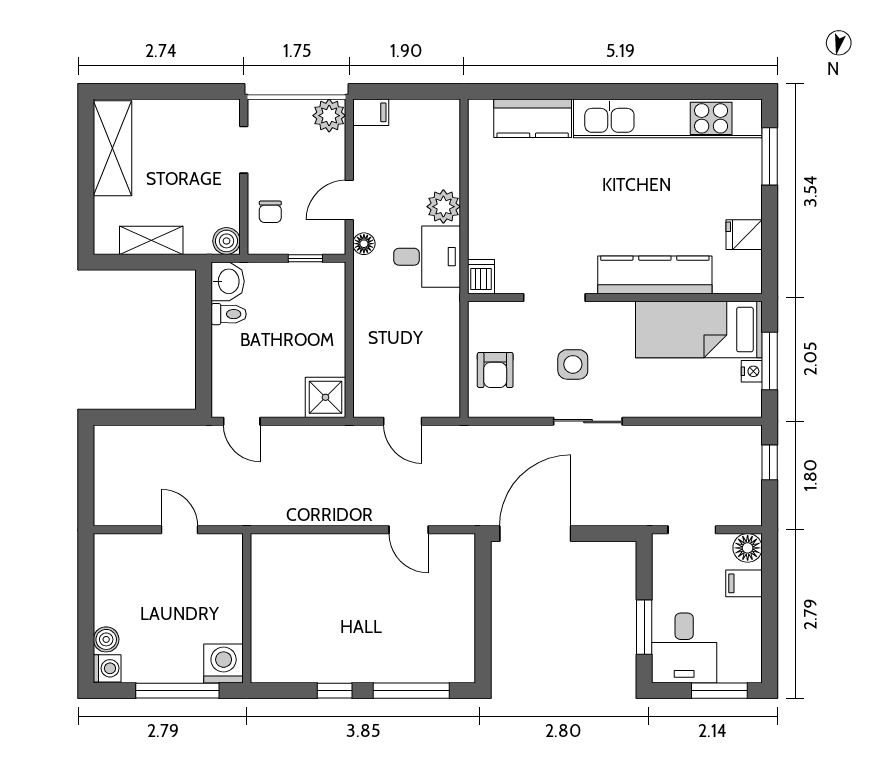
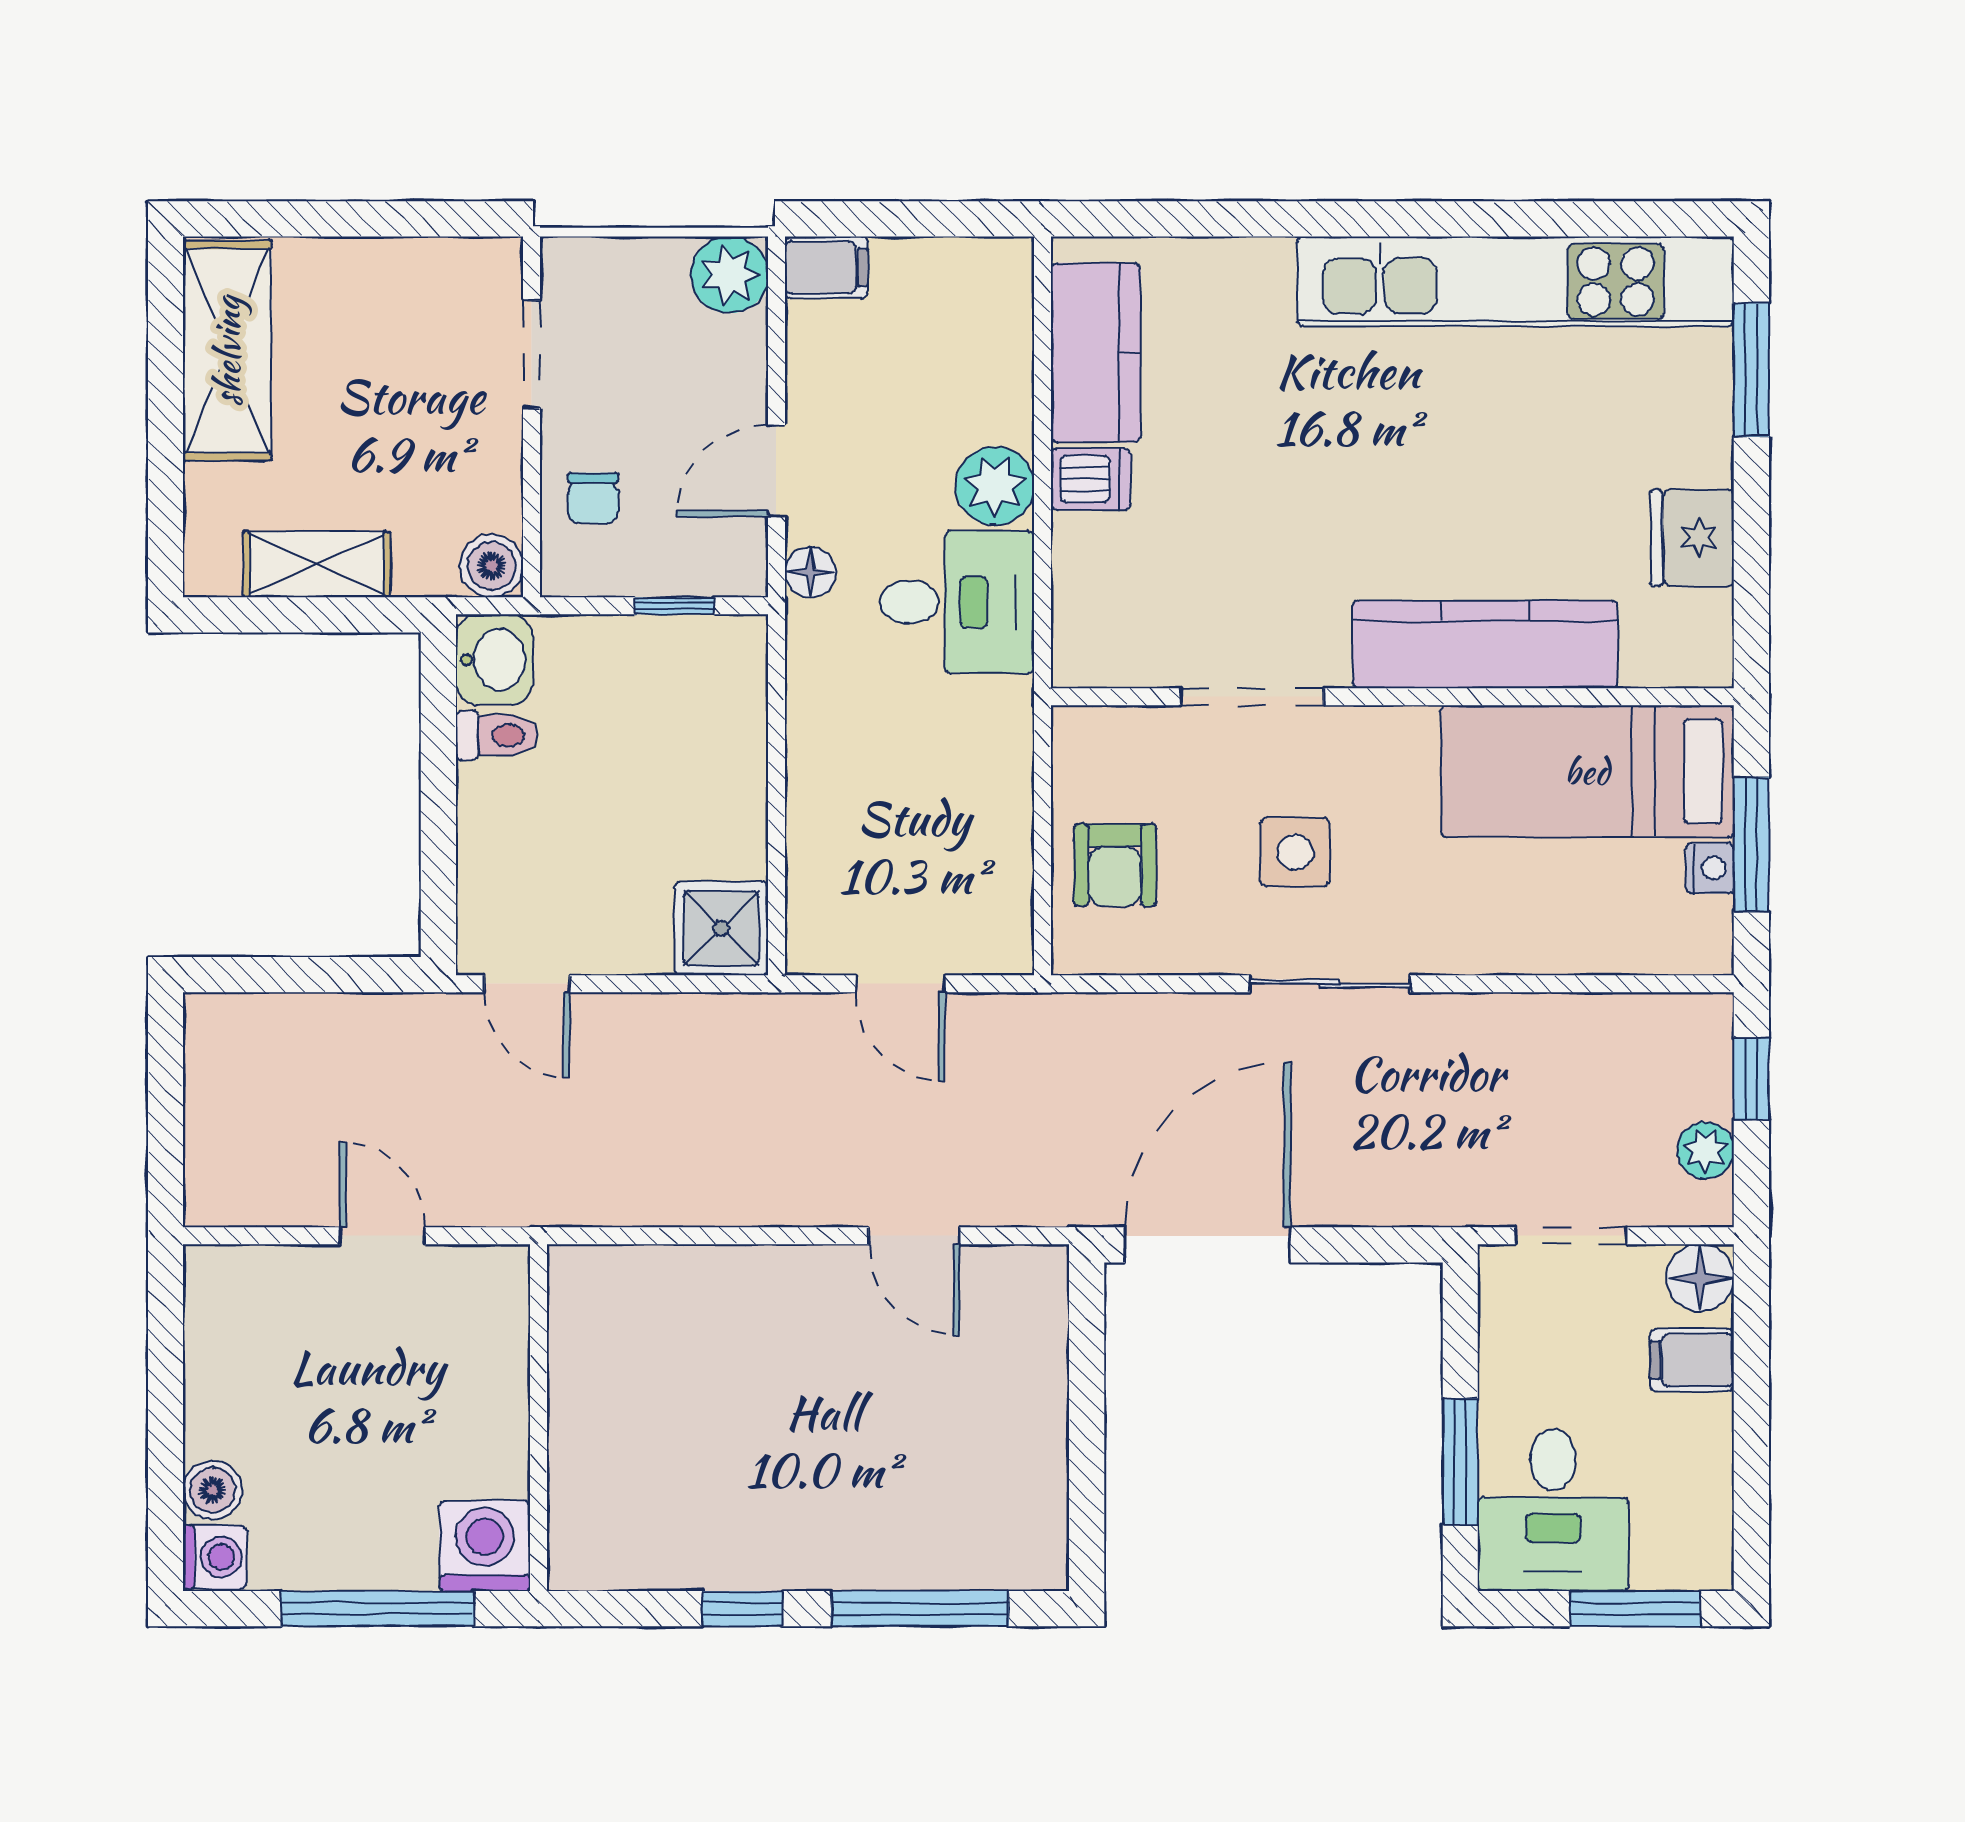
kitchen counter: (533, 118) -> (1096, 353), moved, turned -90
fridge: (744, 235) -> (1692, 538), width x1.38
dishwasher: (481, 277) -> (1091, 479), moved, turned 90
plant: (750, 493) -> (1706, 1150), added

